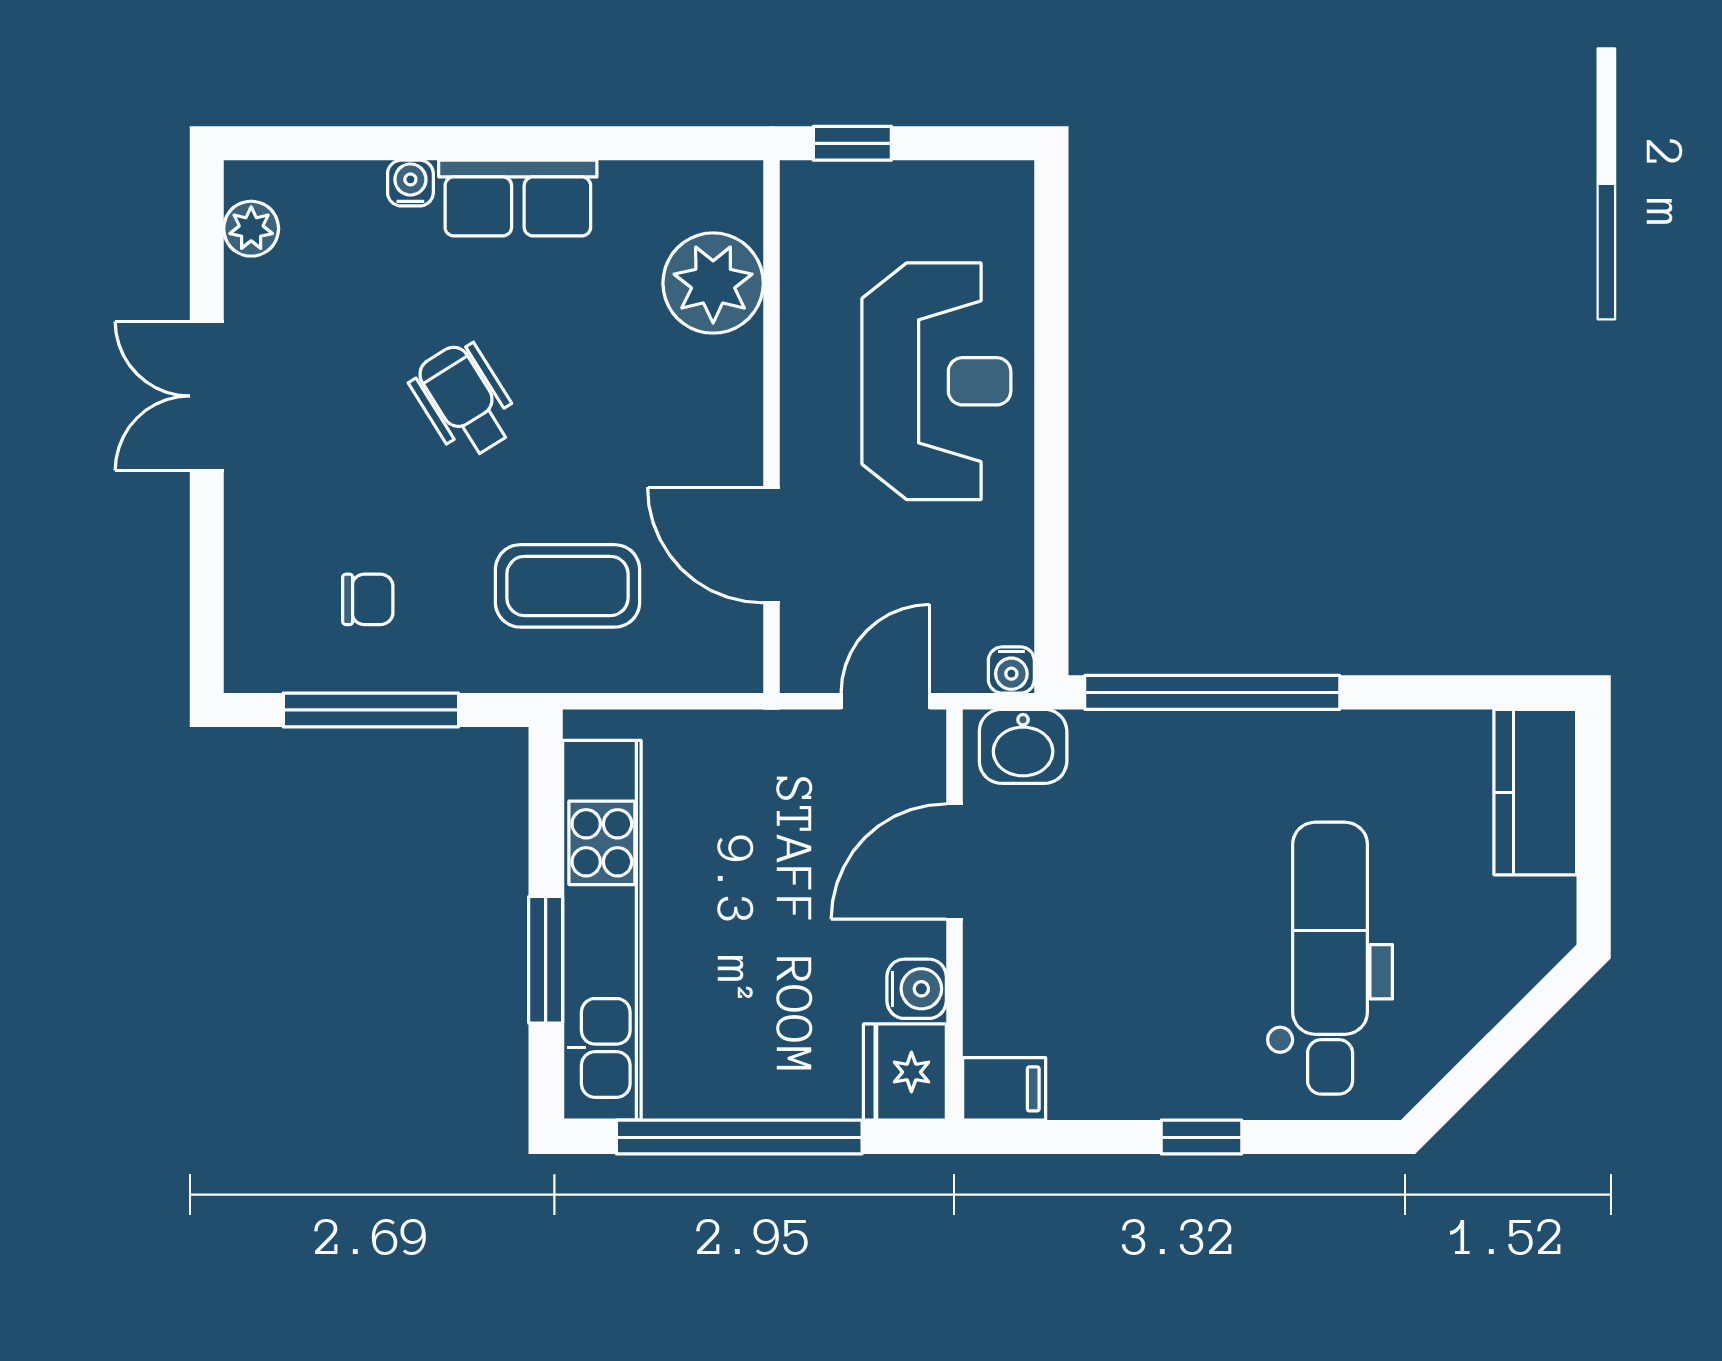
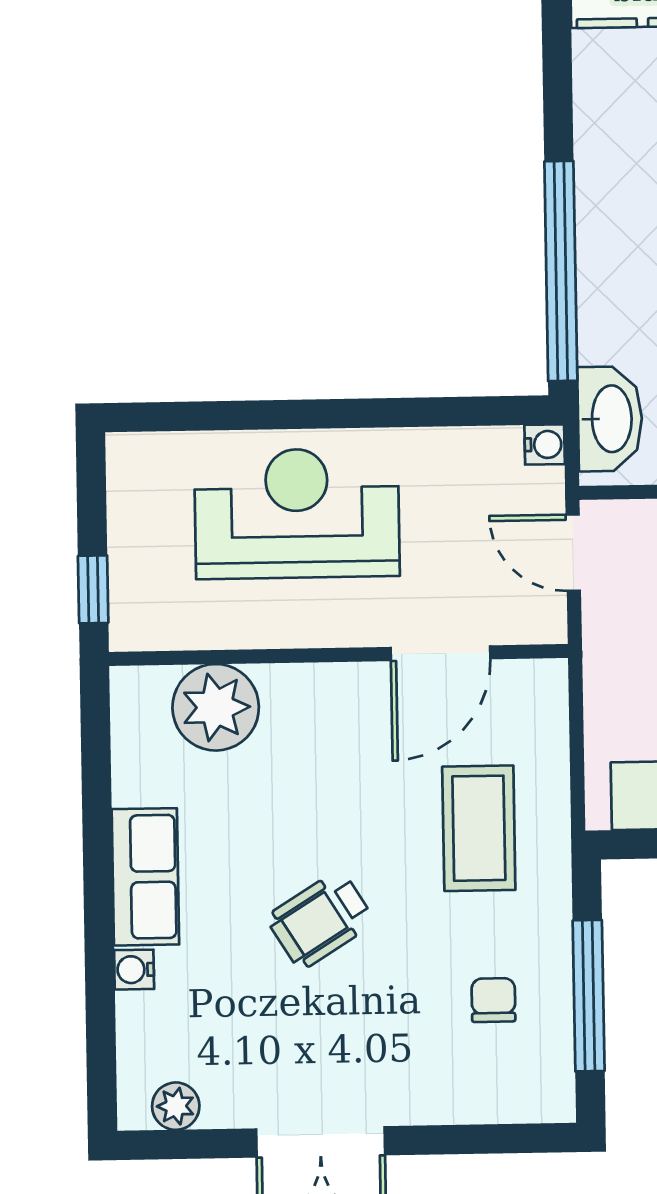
washbasin: (1023, 746) -> (610, 419), width x1.38

